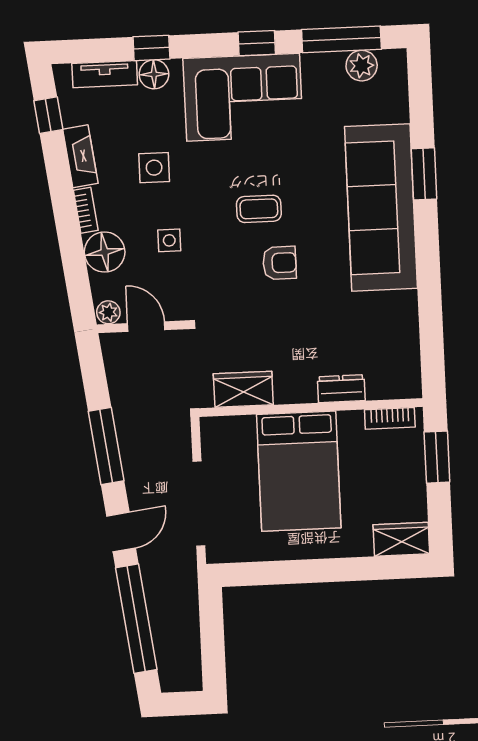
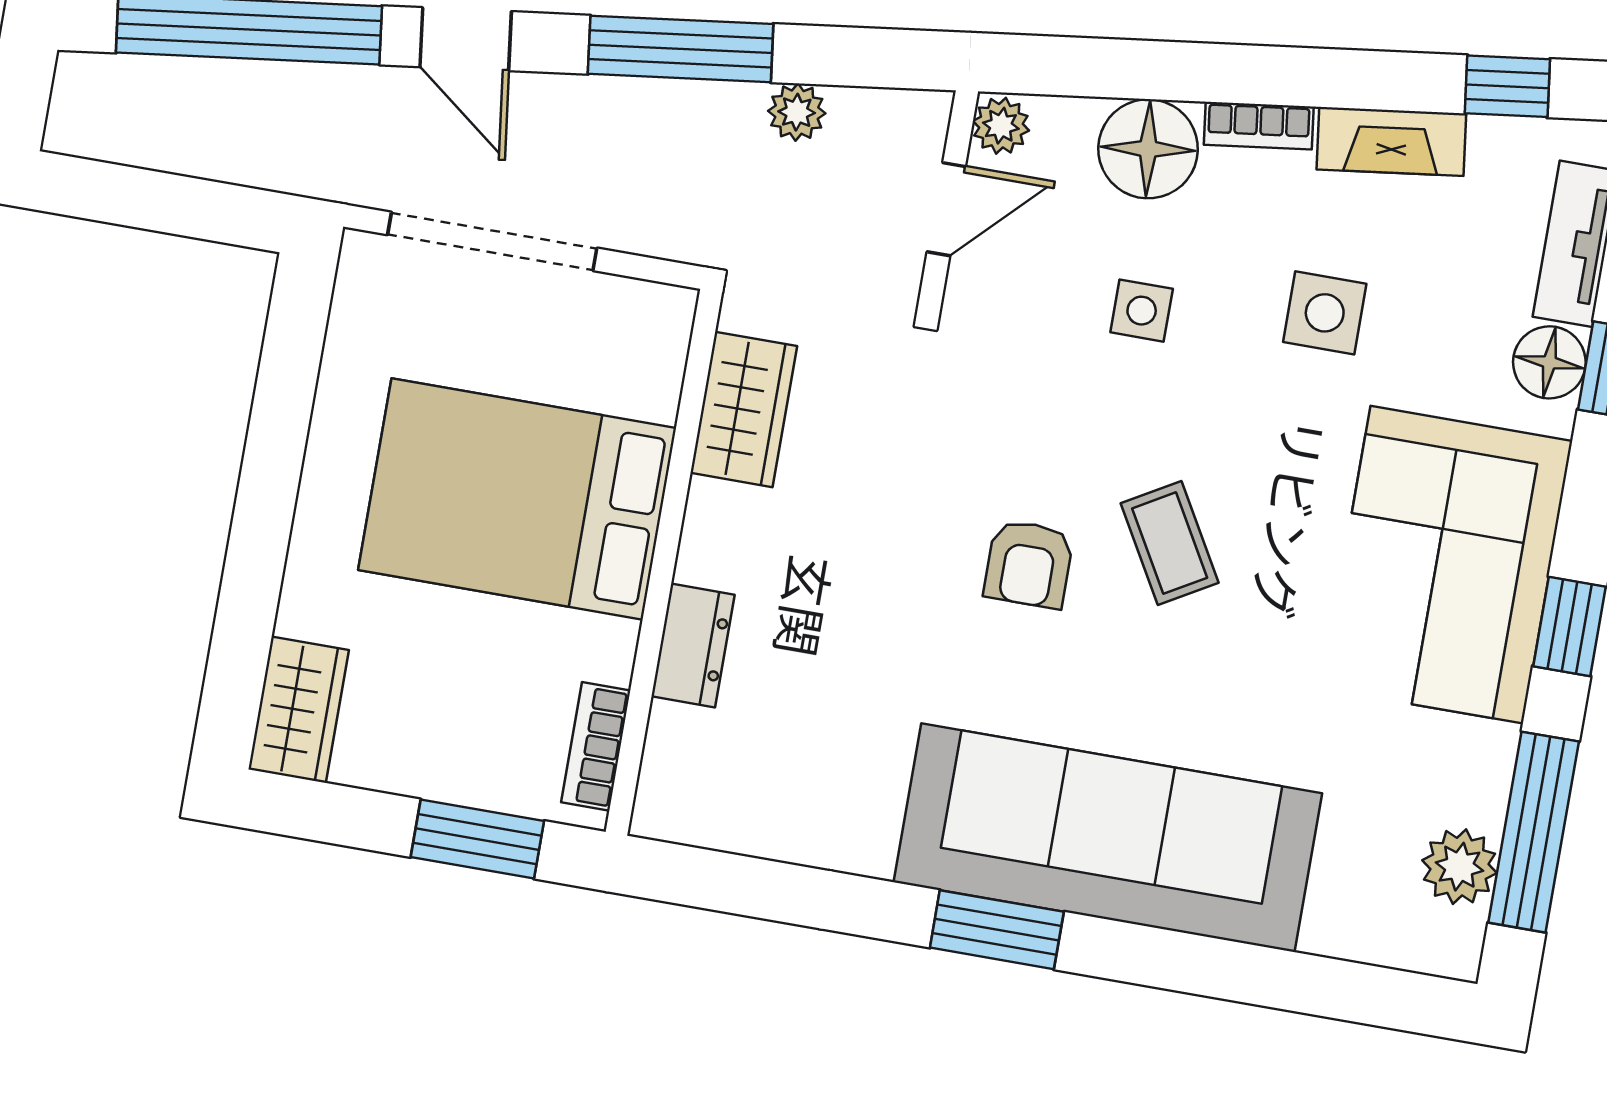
window: (424, 174) -> (997, 930), moved
coffee table: (259, 209) -> (1170, 543), turned -30
plant: (121, 394) -> (797, 112), added

